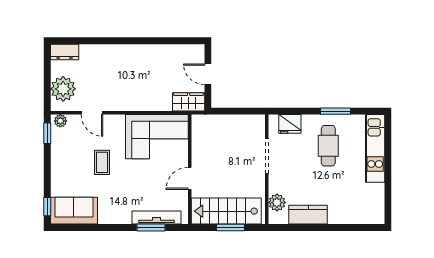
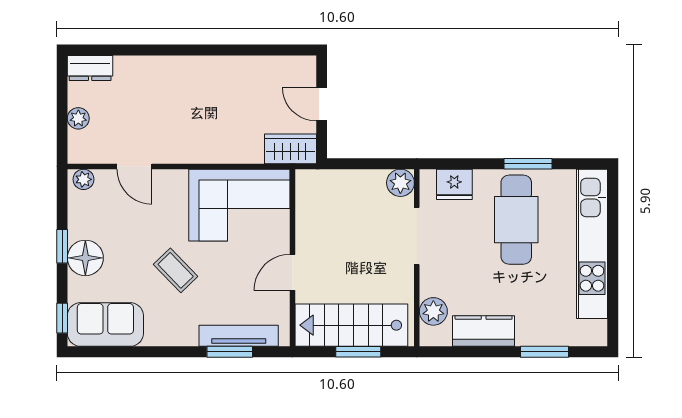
plant: (63, 89) -> (78, 118), width x0.53, depth x0.53
plant: (257, 123) -> (400, 183), added
window: (47, 133) -> (62, 246), moved
cafe table: (328, 146) -> (516, 220), width x1.37, depth x1.35
kitchen unit: (375, 148) -> (592, 244), width x1.36
coffee table: (102, 162) -> (176, 270), moved, turned -44
floor lamp: (62, 169) -> (85, 258), added
window: (346, 227) -> (544, 352), added

